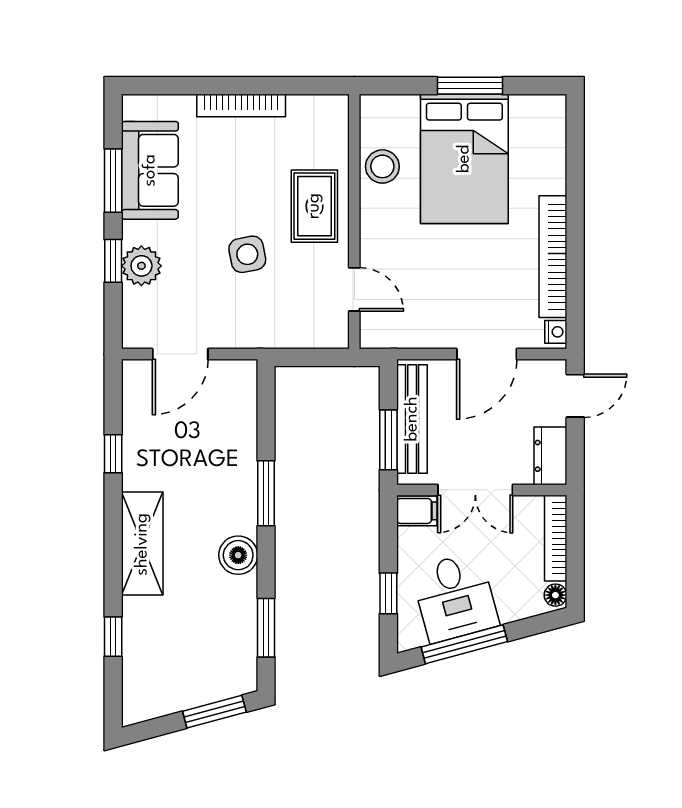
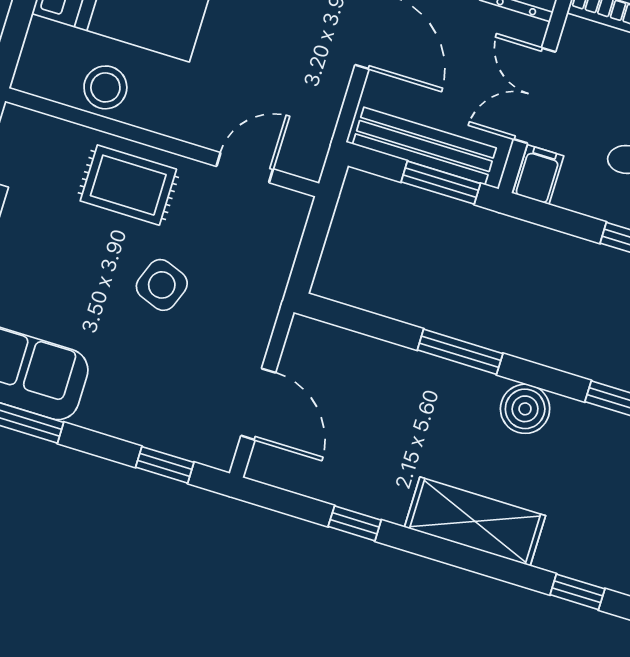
side table: (247, 254) -> (162, 285), turned 32
window: (113, 261) -> (165, 465), moved
plant: (141, 266) -> (136, 418), removed
double door: (475, 490) -> (535, 95), swing flipped

